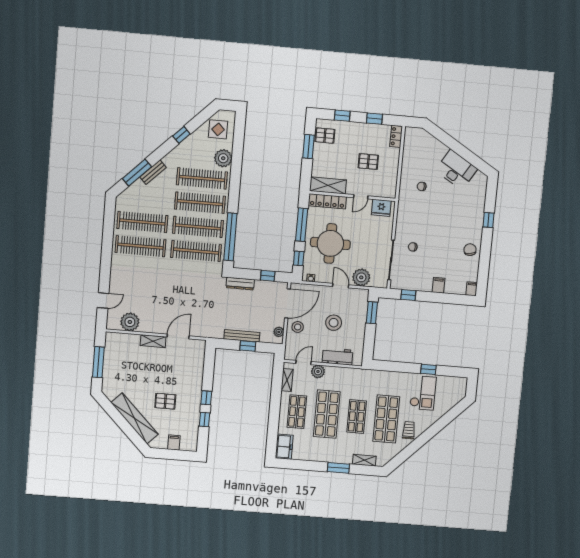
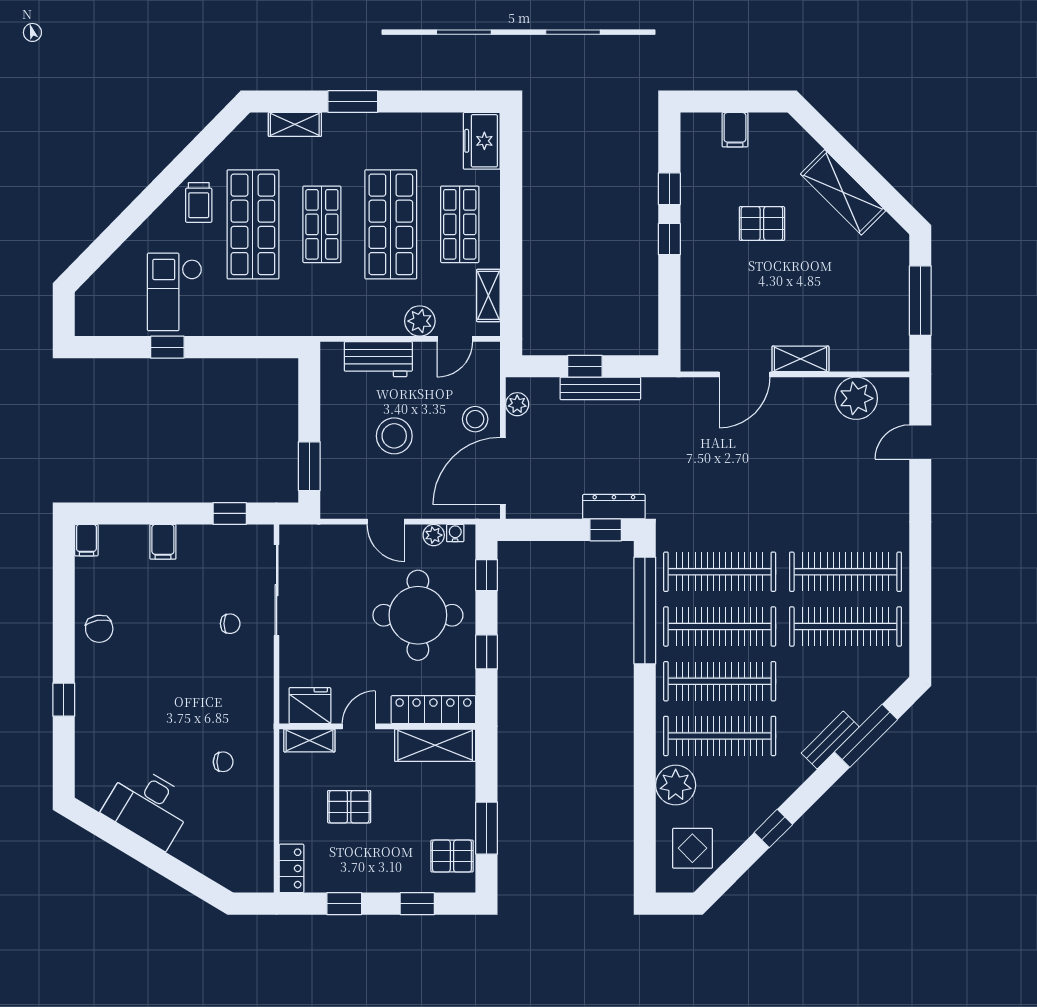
shelving: (383, 192) -> (309, 740), added
window: (302, 225) -> (487, 652), width x0.46
window: (268, 276) -> (606, 530), moved
plant: (361, 277) -> (434, 535), moved, width x0.53, depth x0.53
shelving: (135, 418) -> (843, 192), width x0.68

